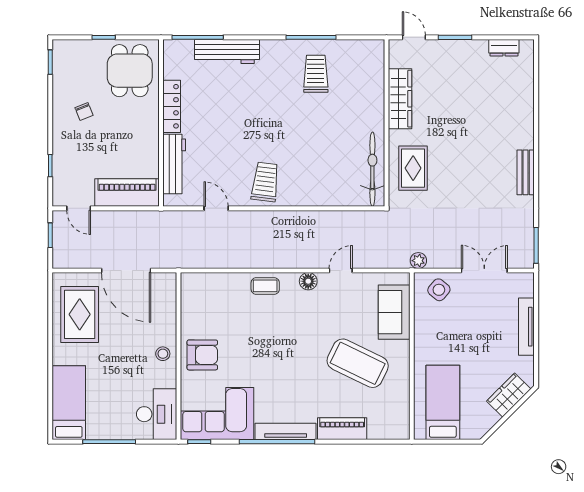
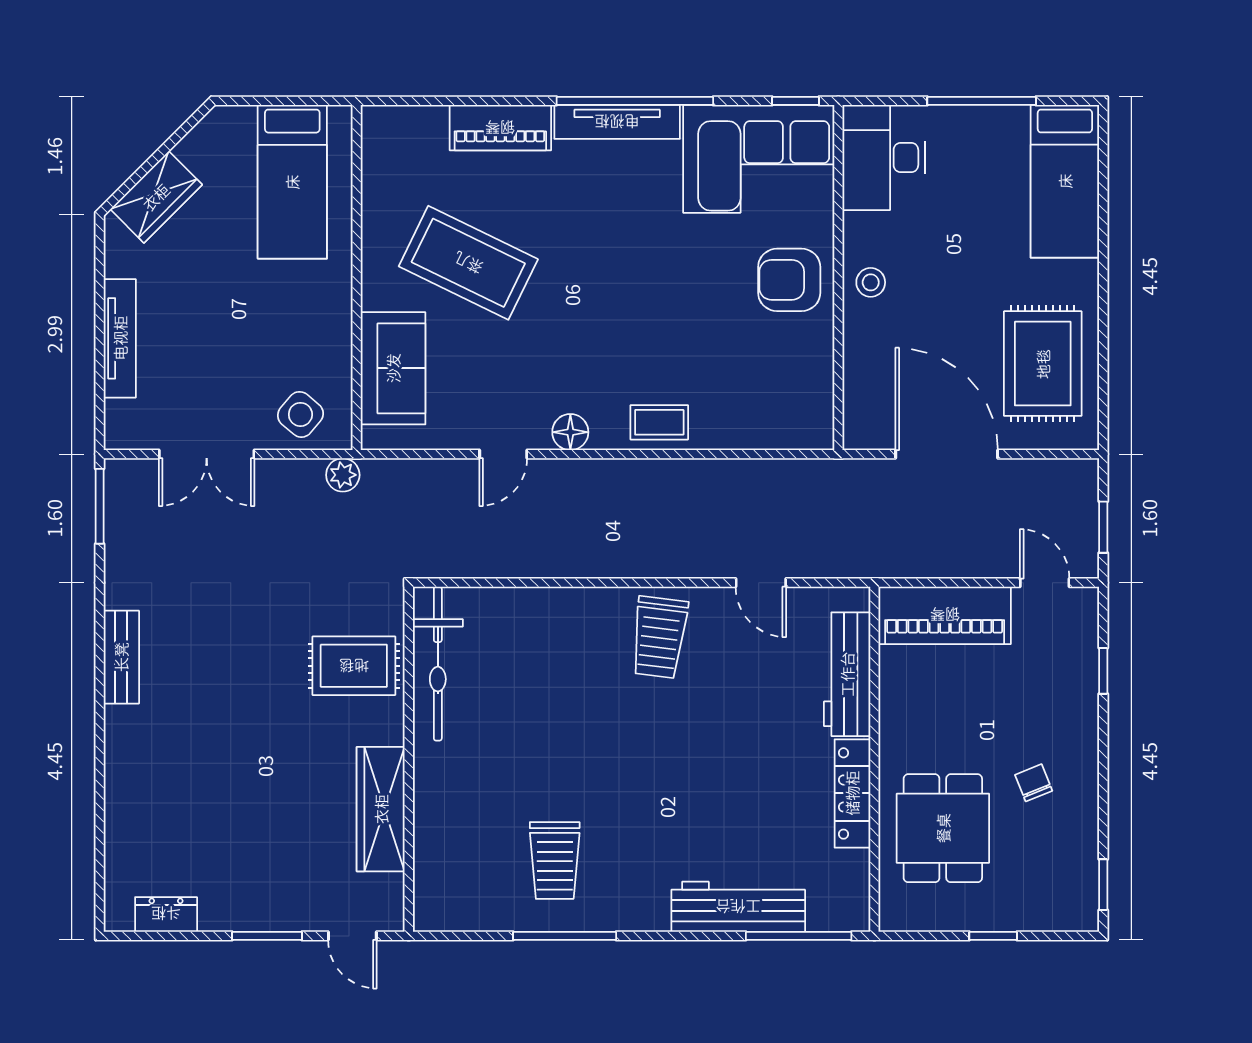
dining table: (130, 71) -> (943, 828), moved
rug: (413, 168) -> (354, 666), turned 90

